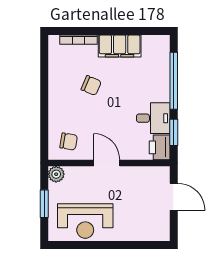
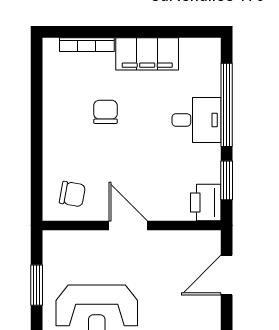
chair: (91, 86) -> (105, 112), turned -113
desk: (153, 118) -> (197, 120), moved
plant: (56, 174) -> (54, 242), removed
door: (174, 197) -> (227, 275), swing flipped

